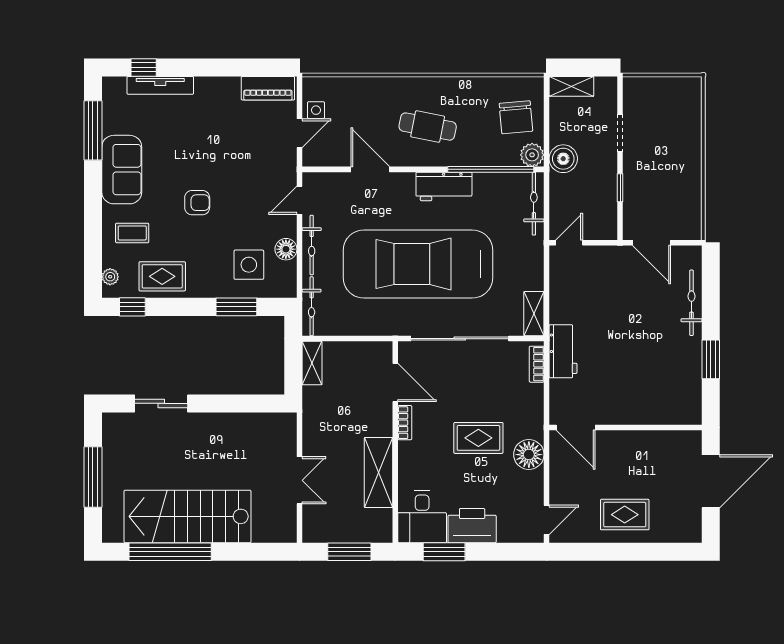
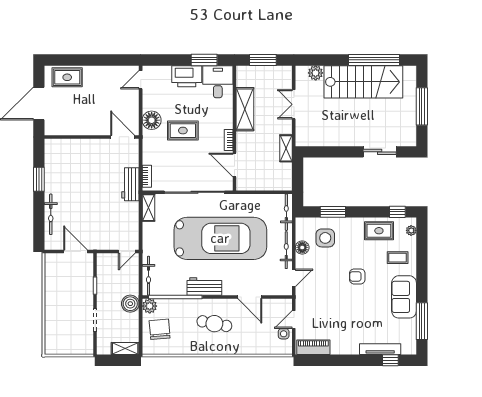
shelving: (312, 363) -> (286, 148), moved
rug: (625, 515) -> (67, 77), moved
plant: (264, 531) -> (316, 73), added

